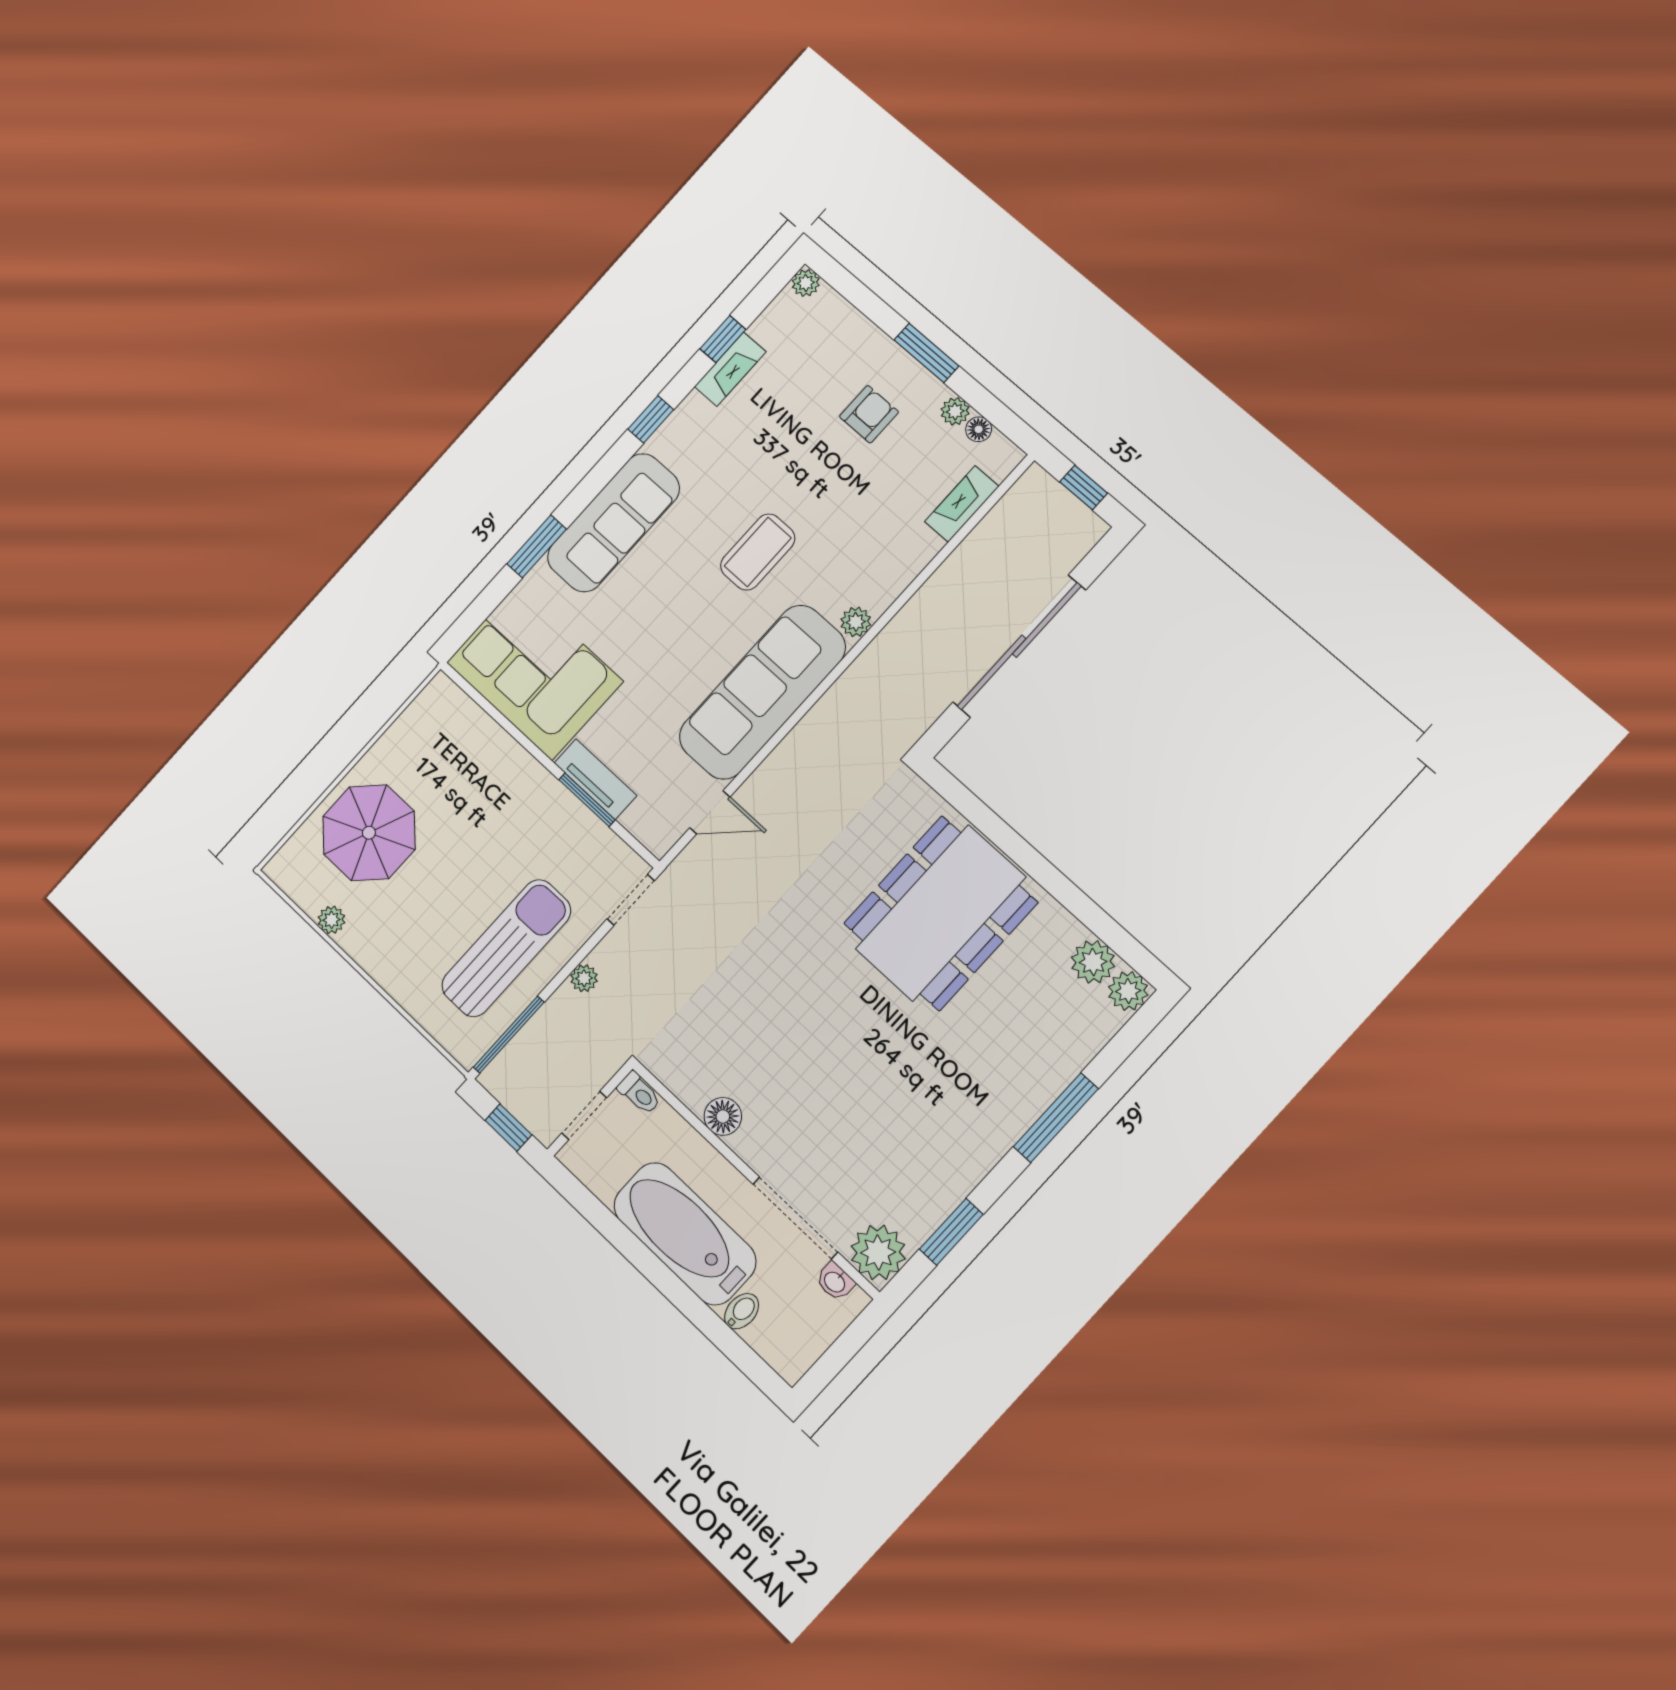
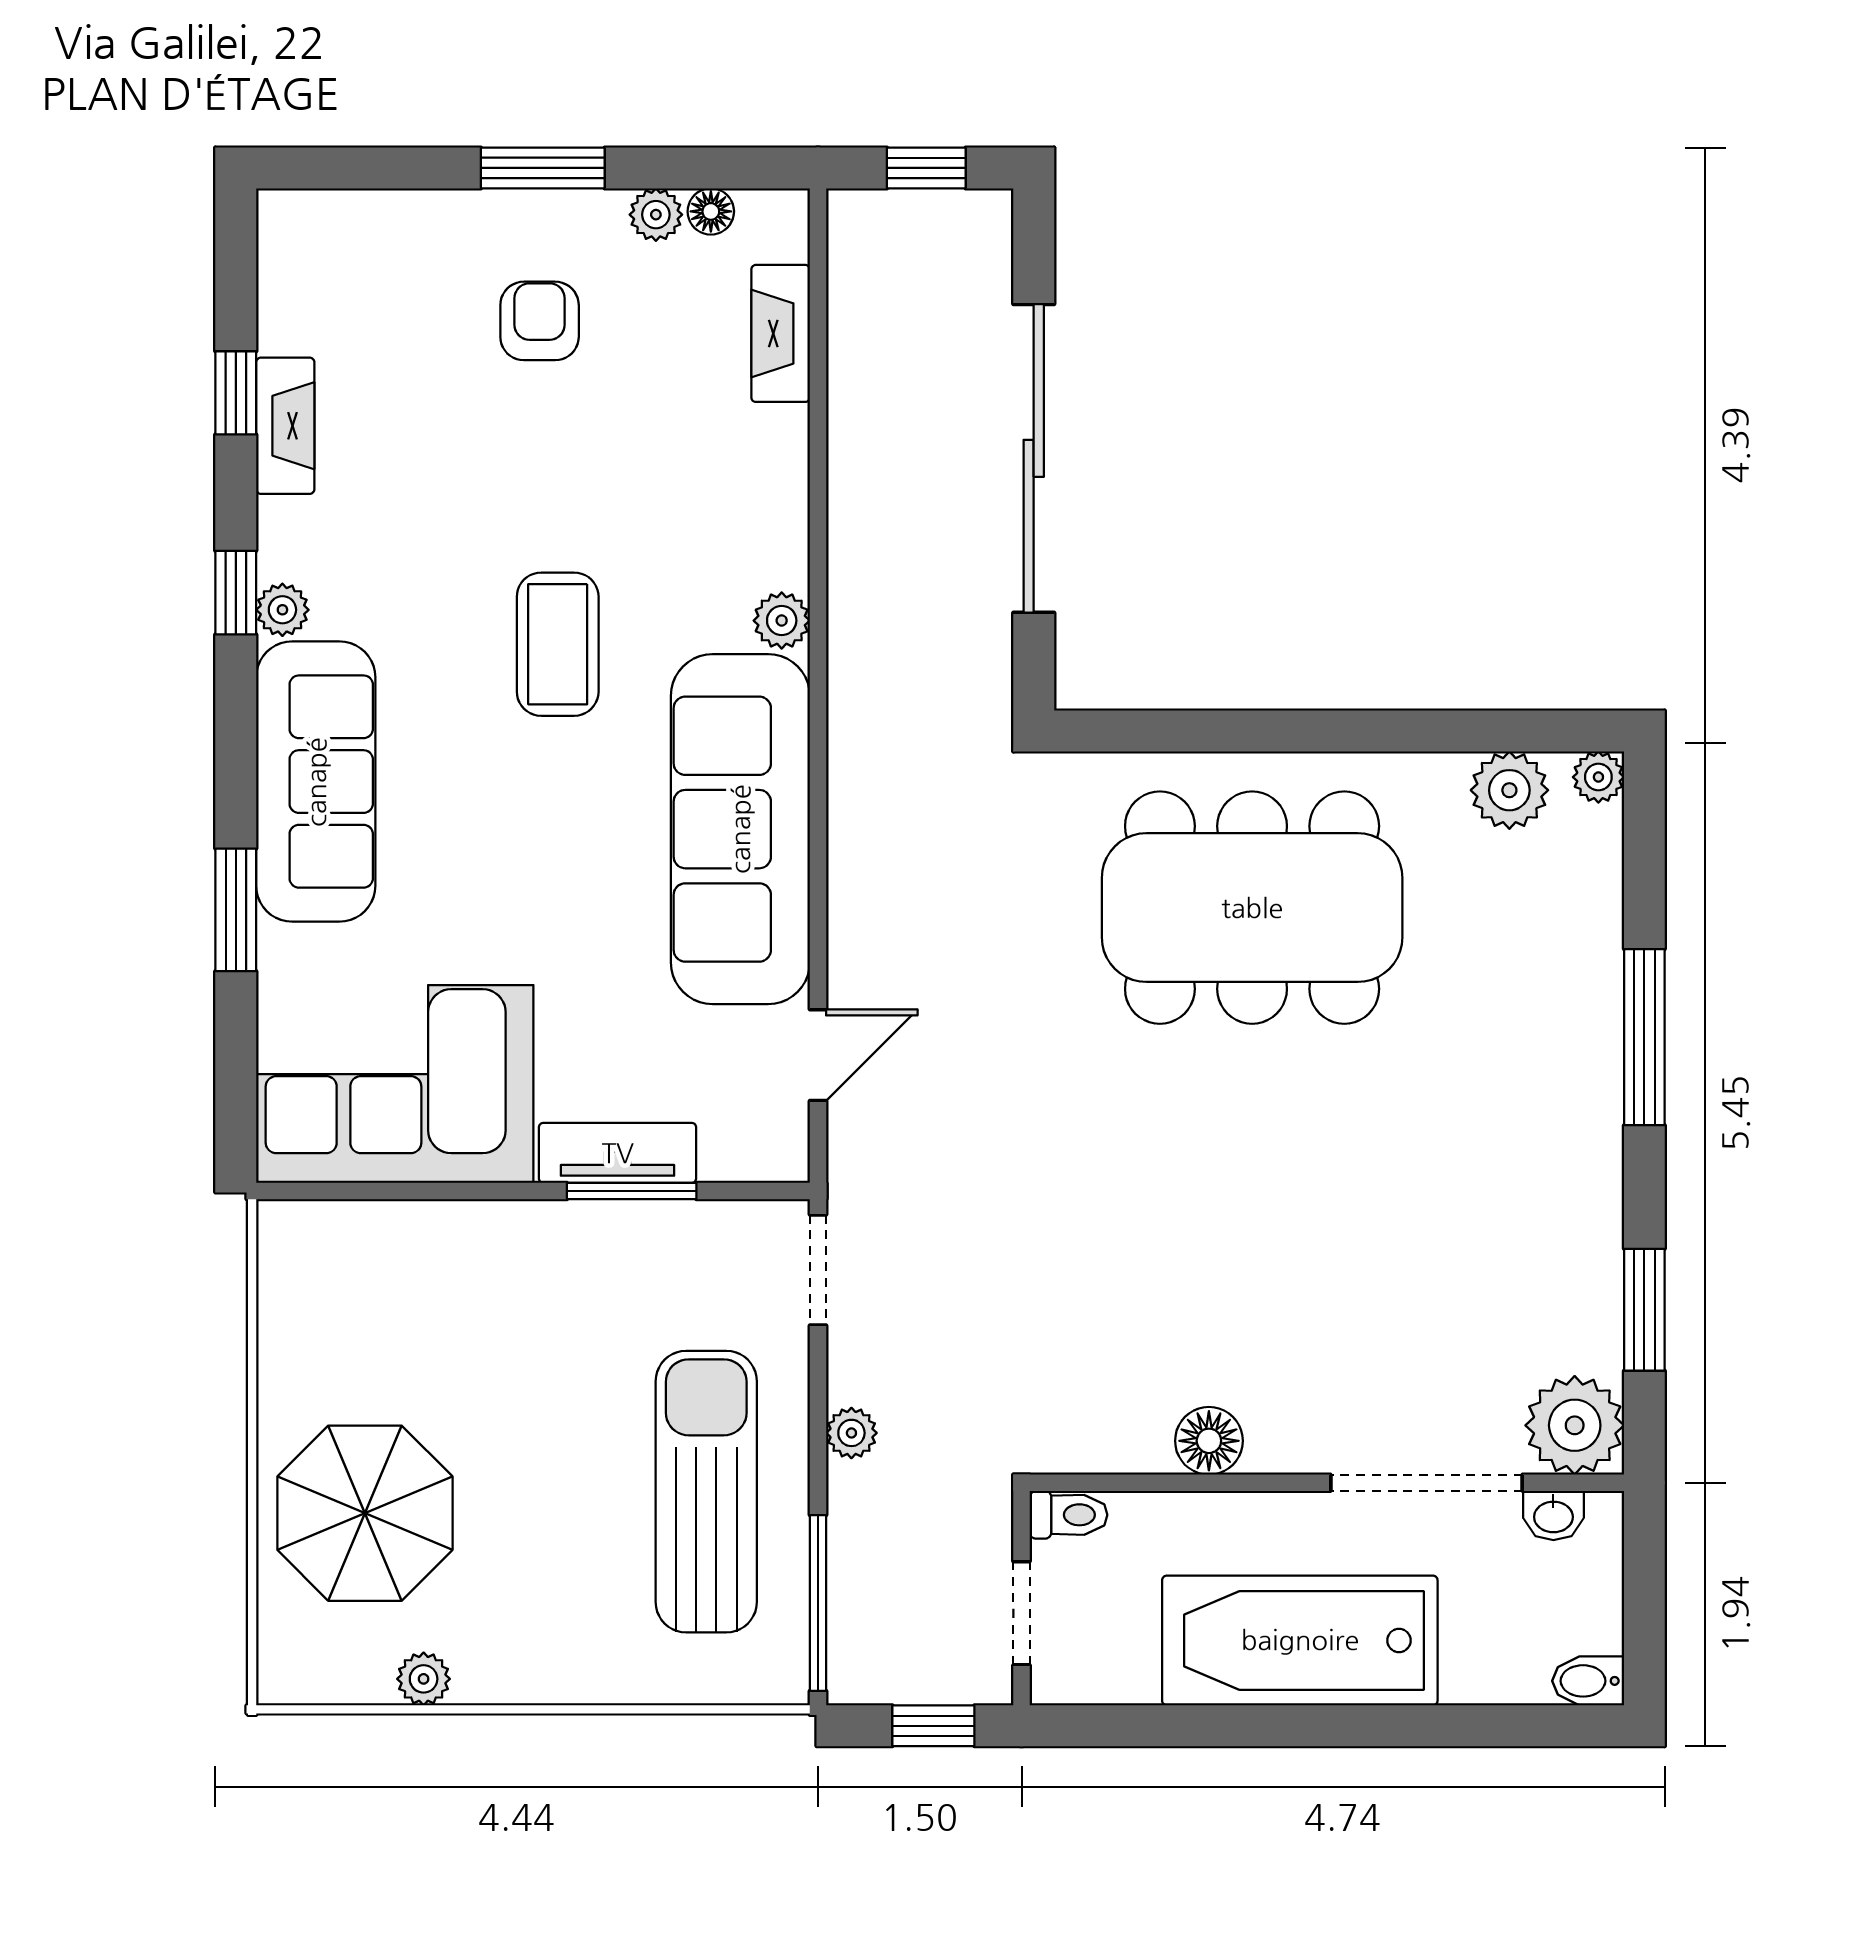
plant: (806, 283) -> (282, 610), moved
dining table: (941, 913) -> (1252, 908), turned 90
plant: (1128, 991) -> (1598, 777), width x0.73, depth x0.73
bidet: (742, 1311) -> (1588, 1681), moved, turned -90

